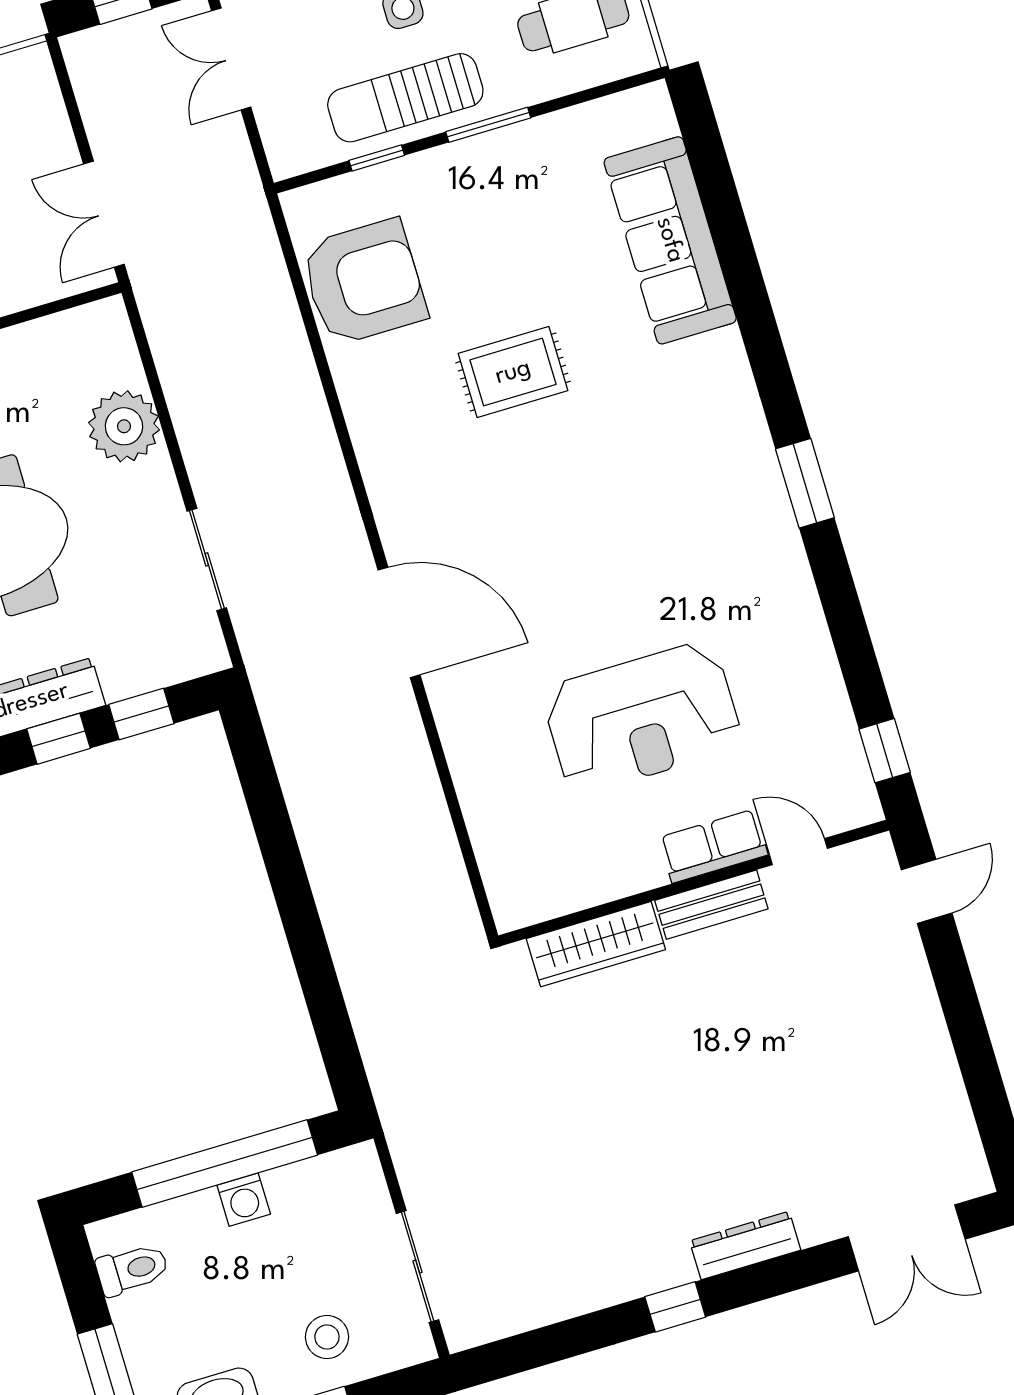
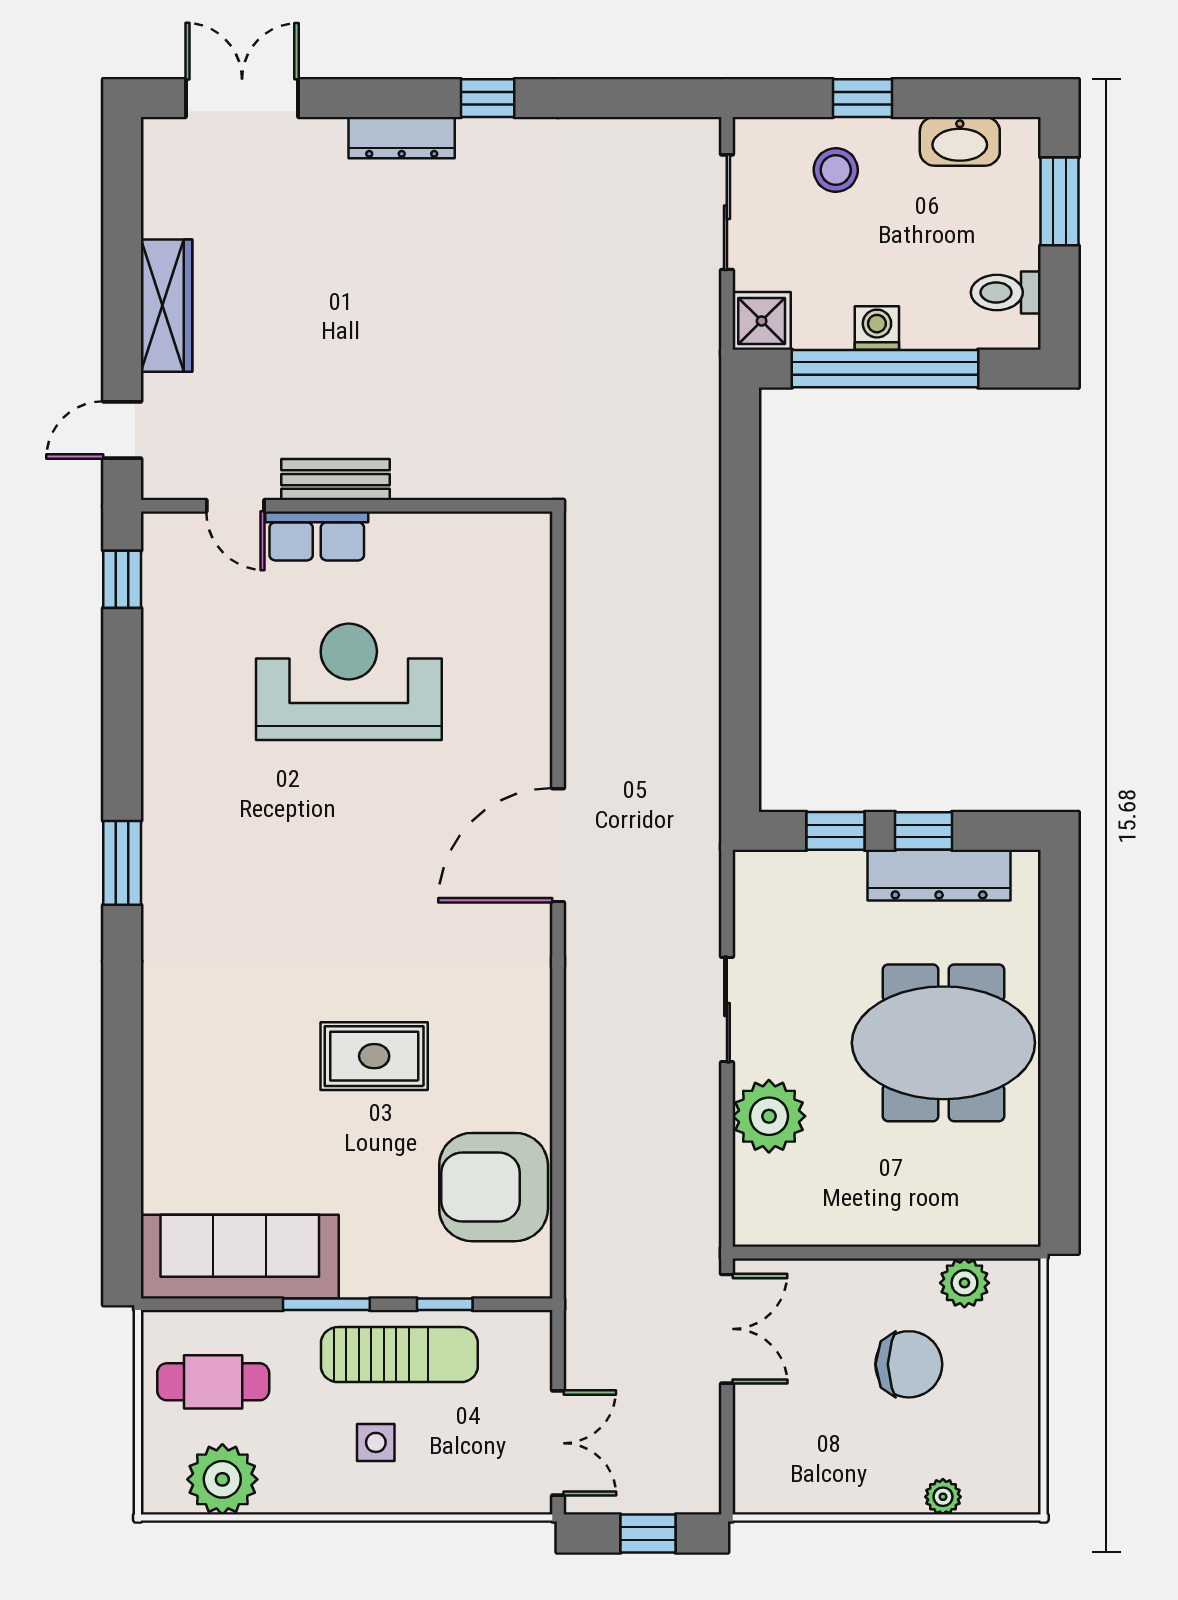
sofa: (670, 240) -> (240, 1257), moved, turned -90
sliding door: (207, 559) -> (727, 1010), moved
door: (399, 622) -> (558, 845), hinge flipped
wardrobe: (596, 944) -> (166, 306), moved, turned 90
shower: (354, 1174) -> (762, 321), added

